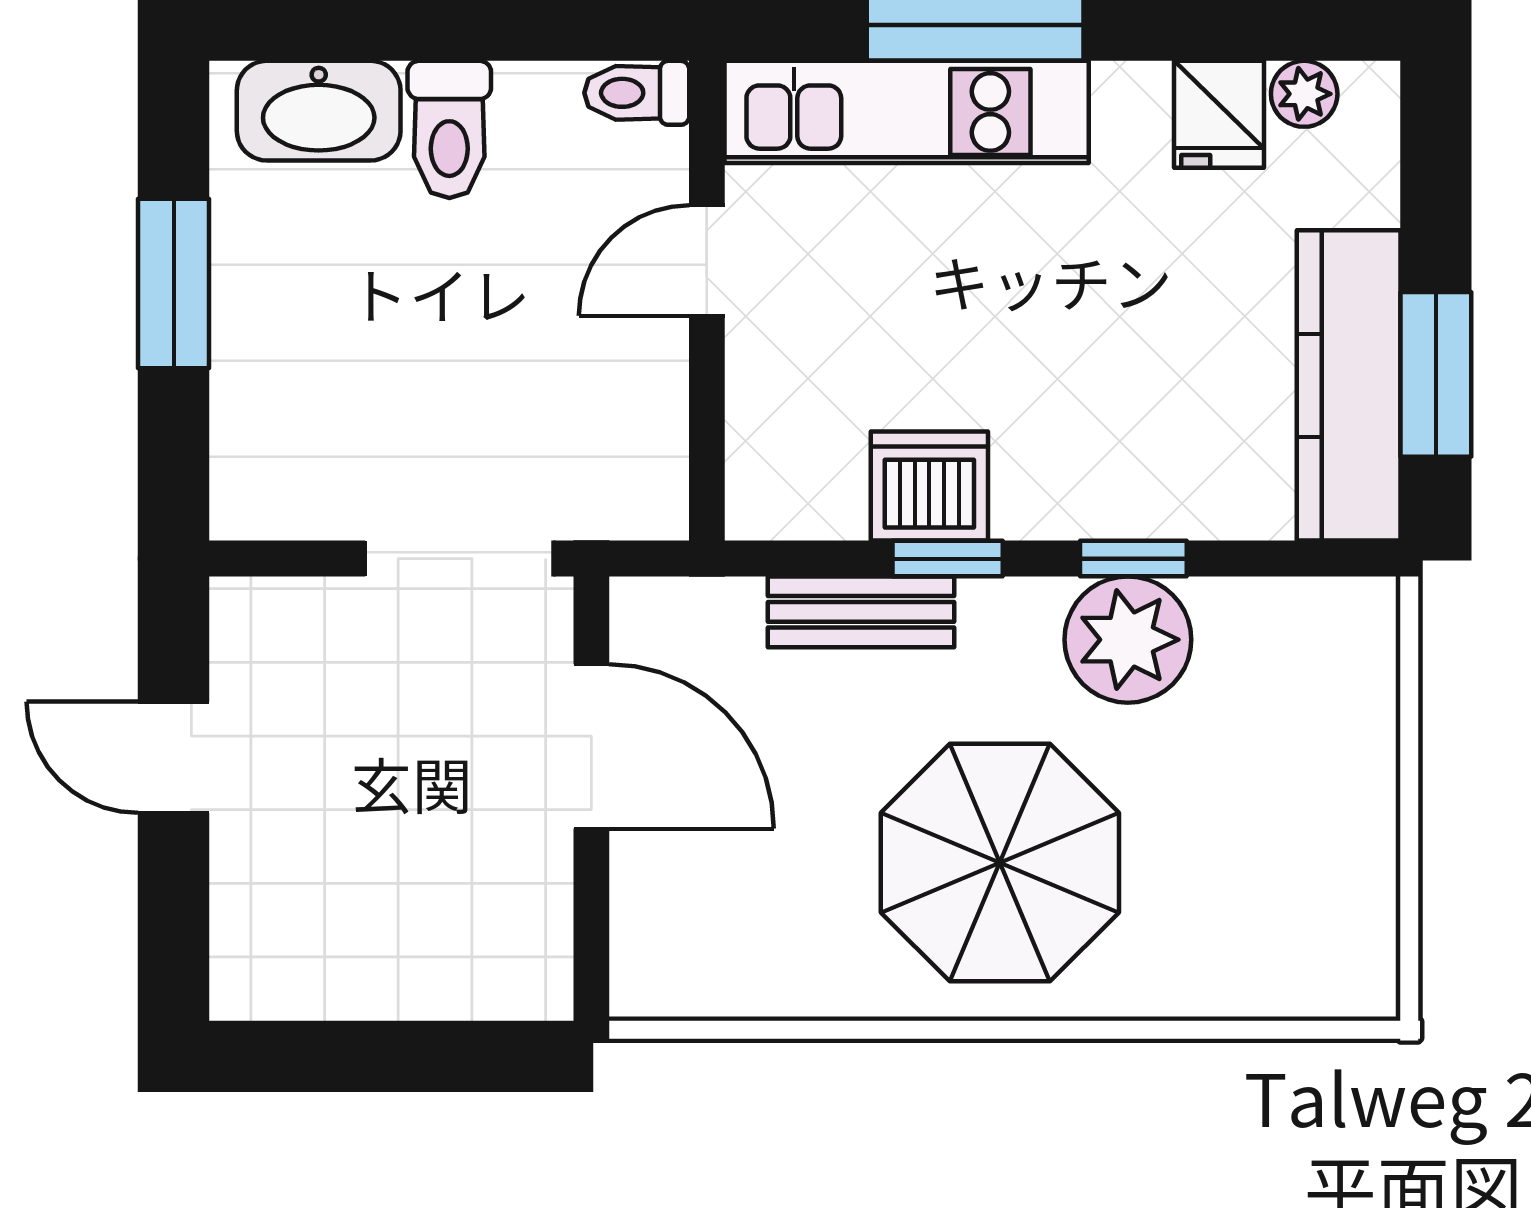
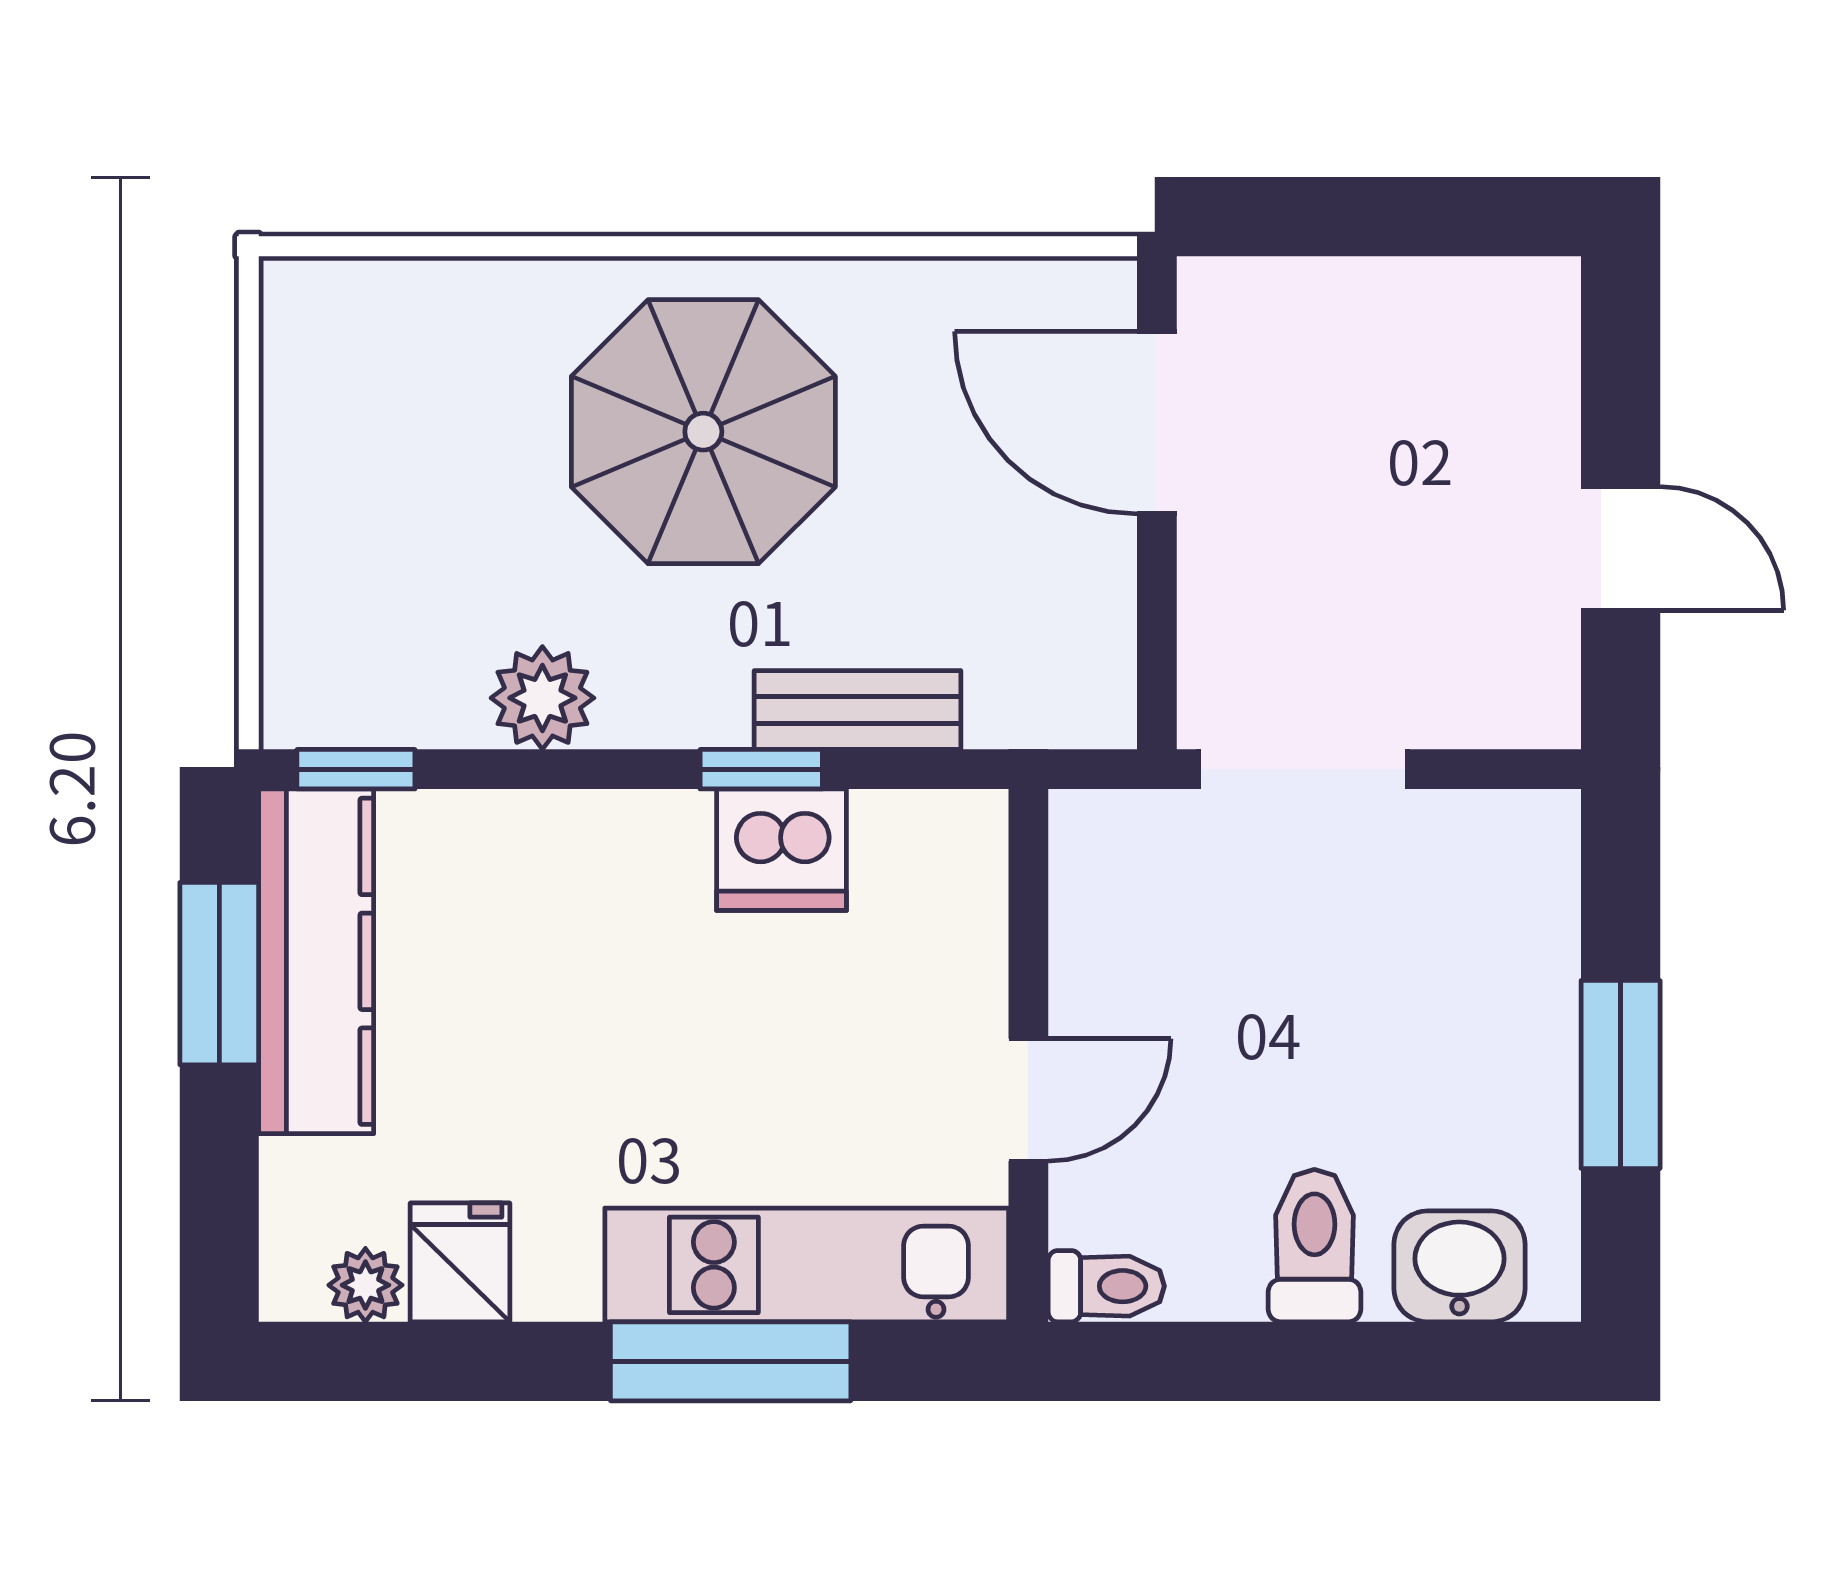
washbasin: (319, 111) -> (1459, 1266), width x0.72
window: (1133, 559) -> (356, 769), moved
plant: (1128, 640) -> (542, 698), width x0.73, depth x0.73
door: (591, 746) -> (1157, 423), moved

